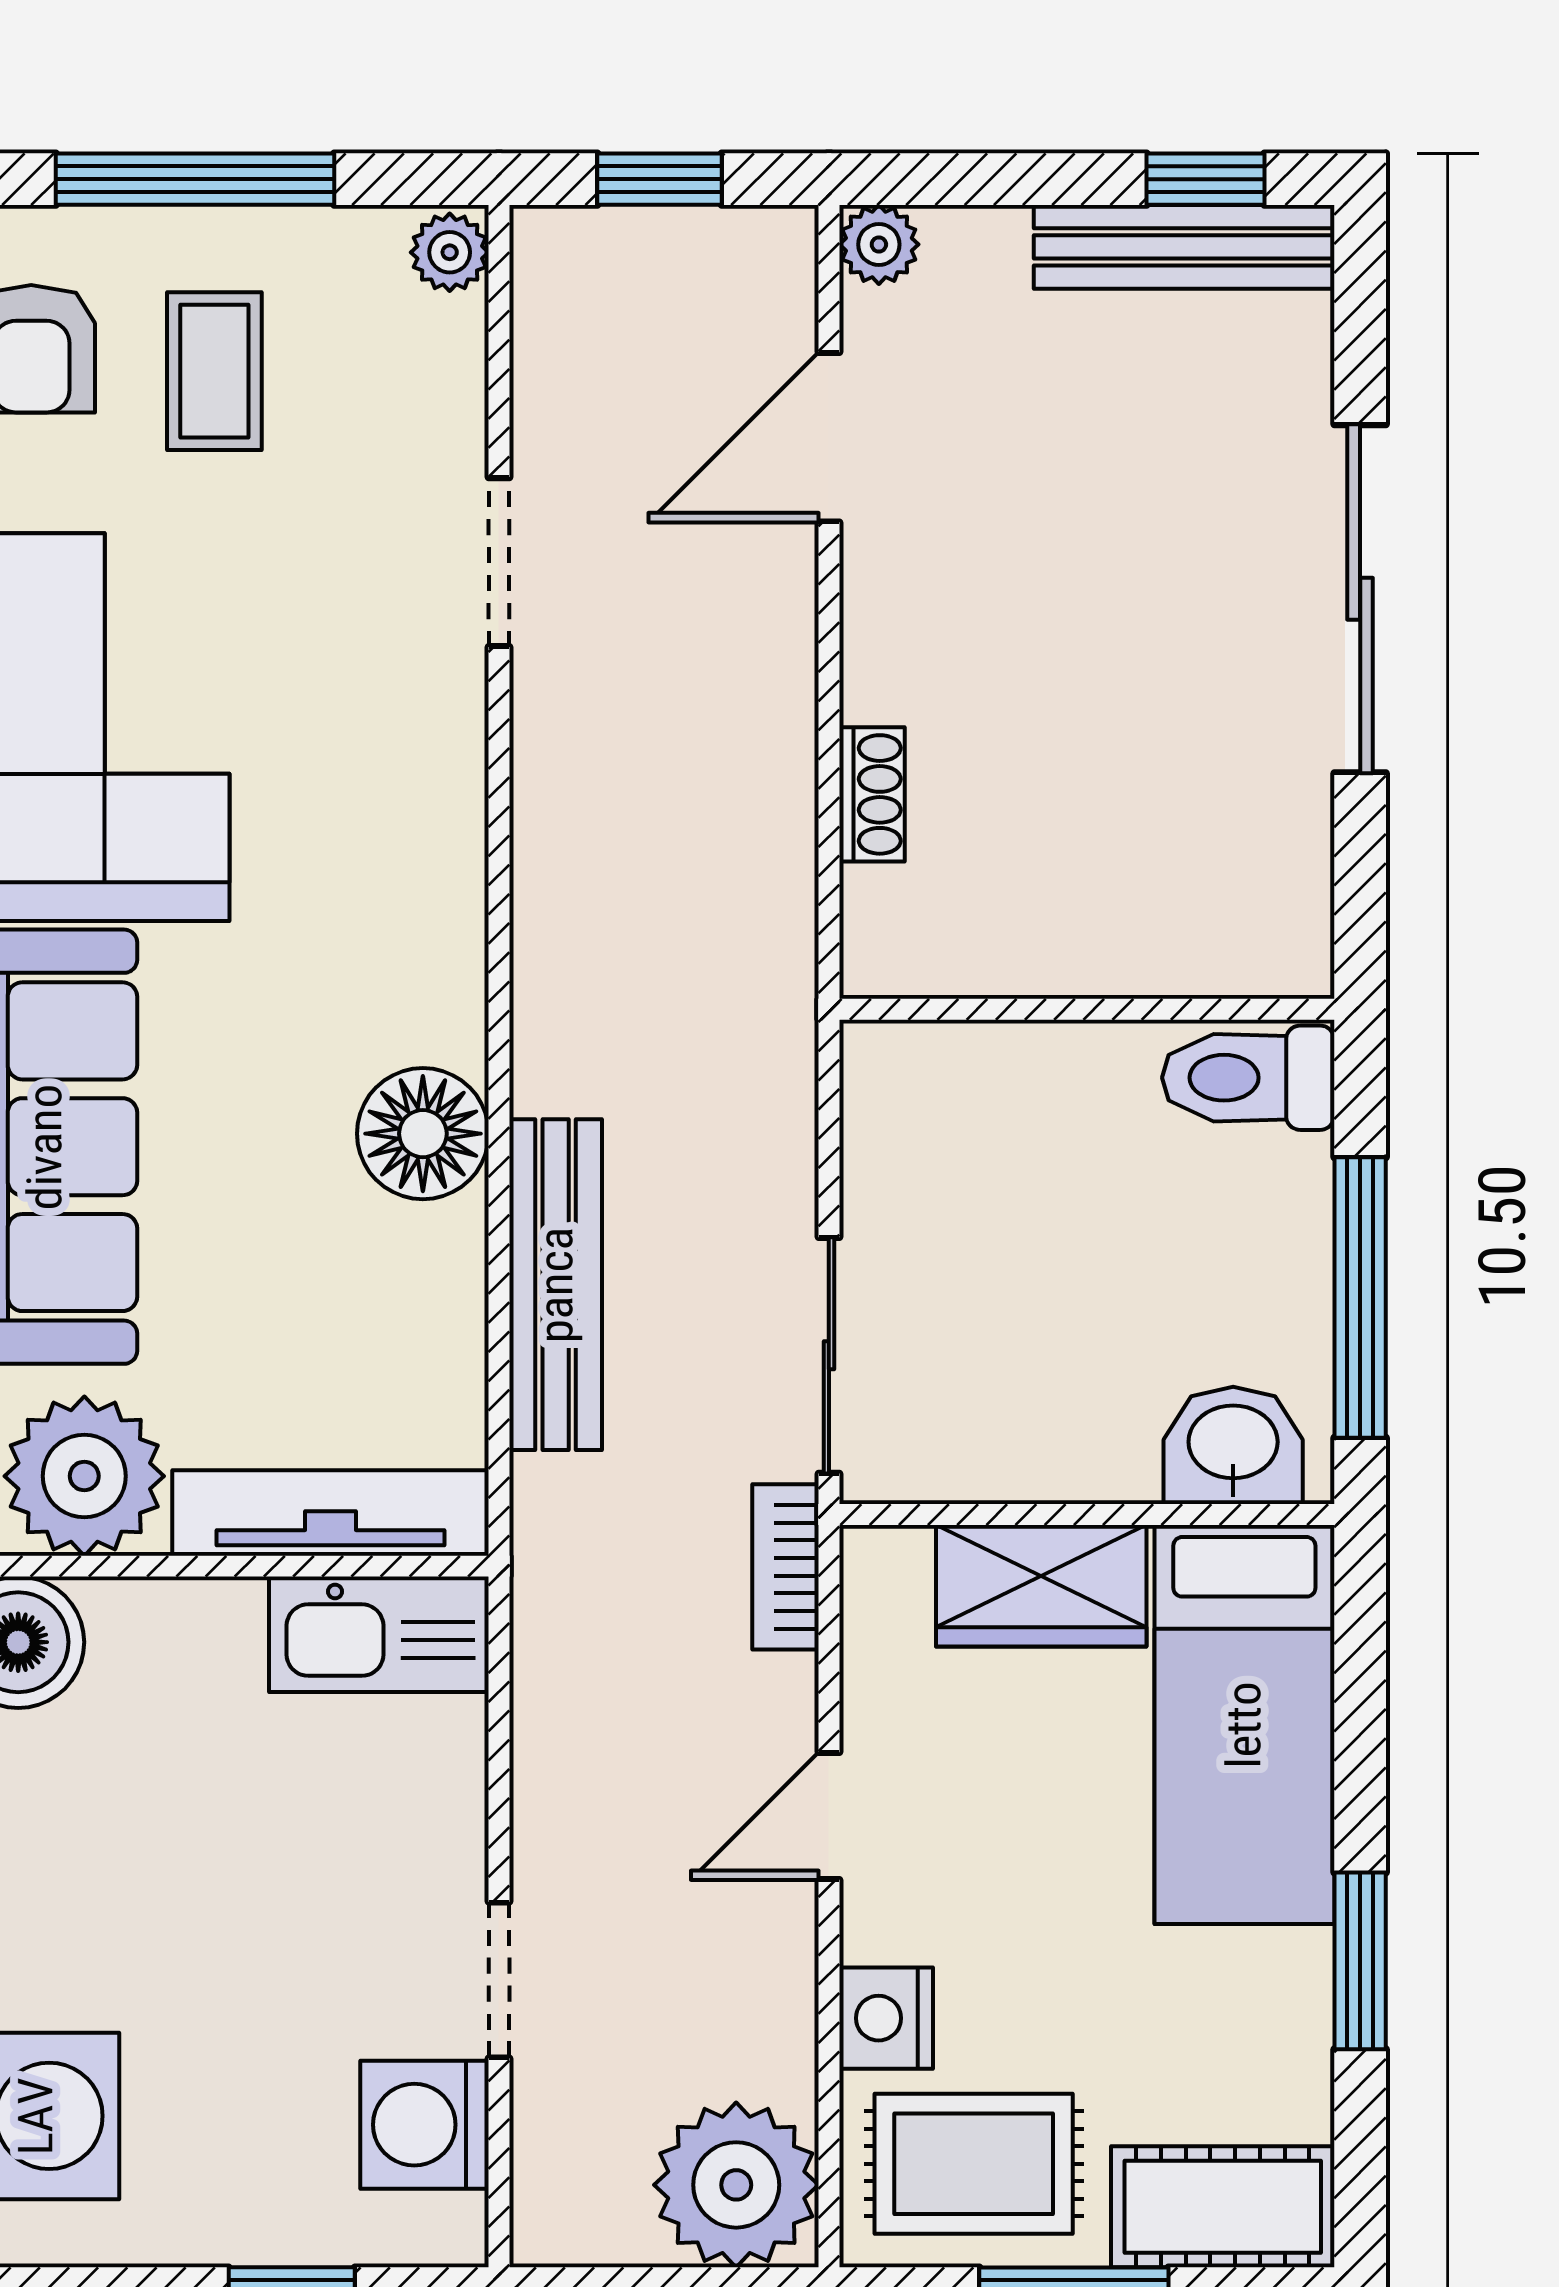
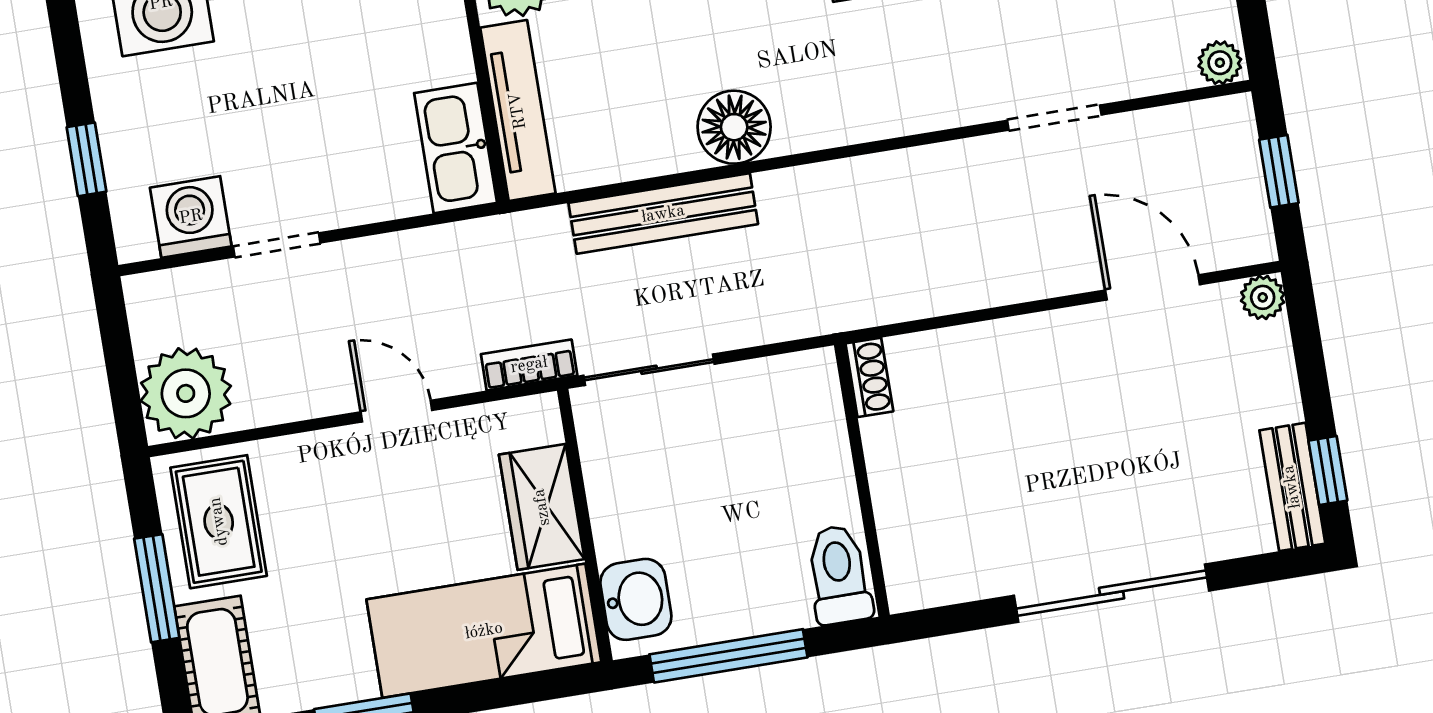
bench: (1184, 247) -> (1292, 487), width x0.73
shoe rack: (872, 794) -> (869, 377), moved, turned -90
nightstand: (886, 2018) -> (291, 461), removed

